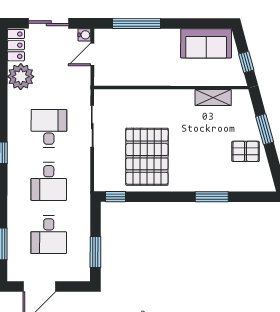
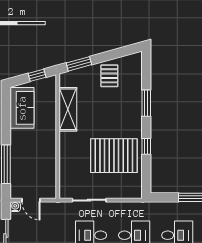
shelving: (213, 97) -> (68, 109), width x1.50, depth x1.33
window: (265, 129) -> (79, 64), moved
window: (116, 197) -> (146, 146), moved

